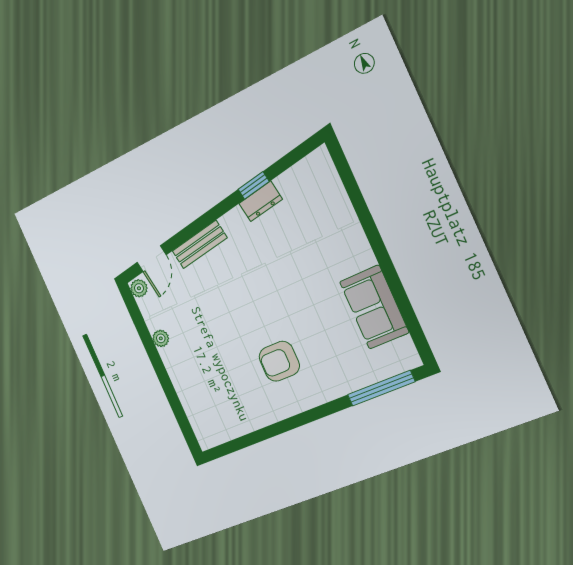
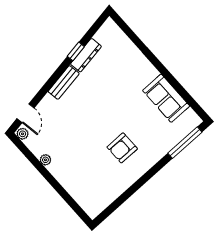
dresser: (261, 201) -> (86, 55), width x1.44
bench: (200, 244) -> (64, 82), moved

